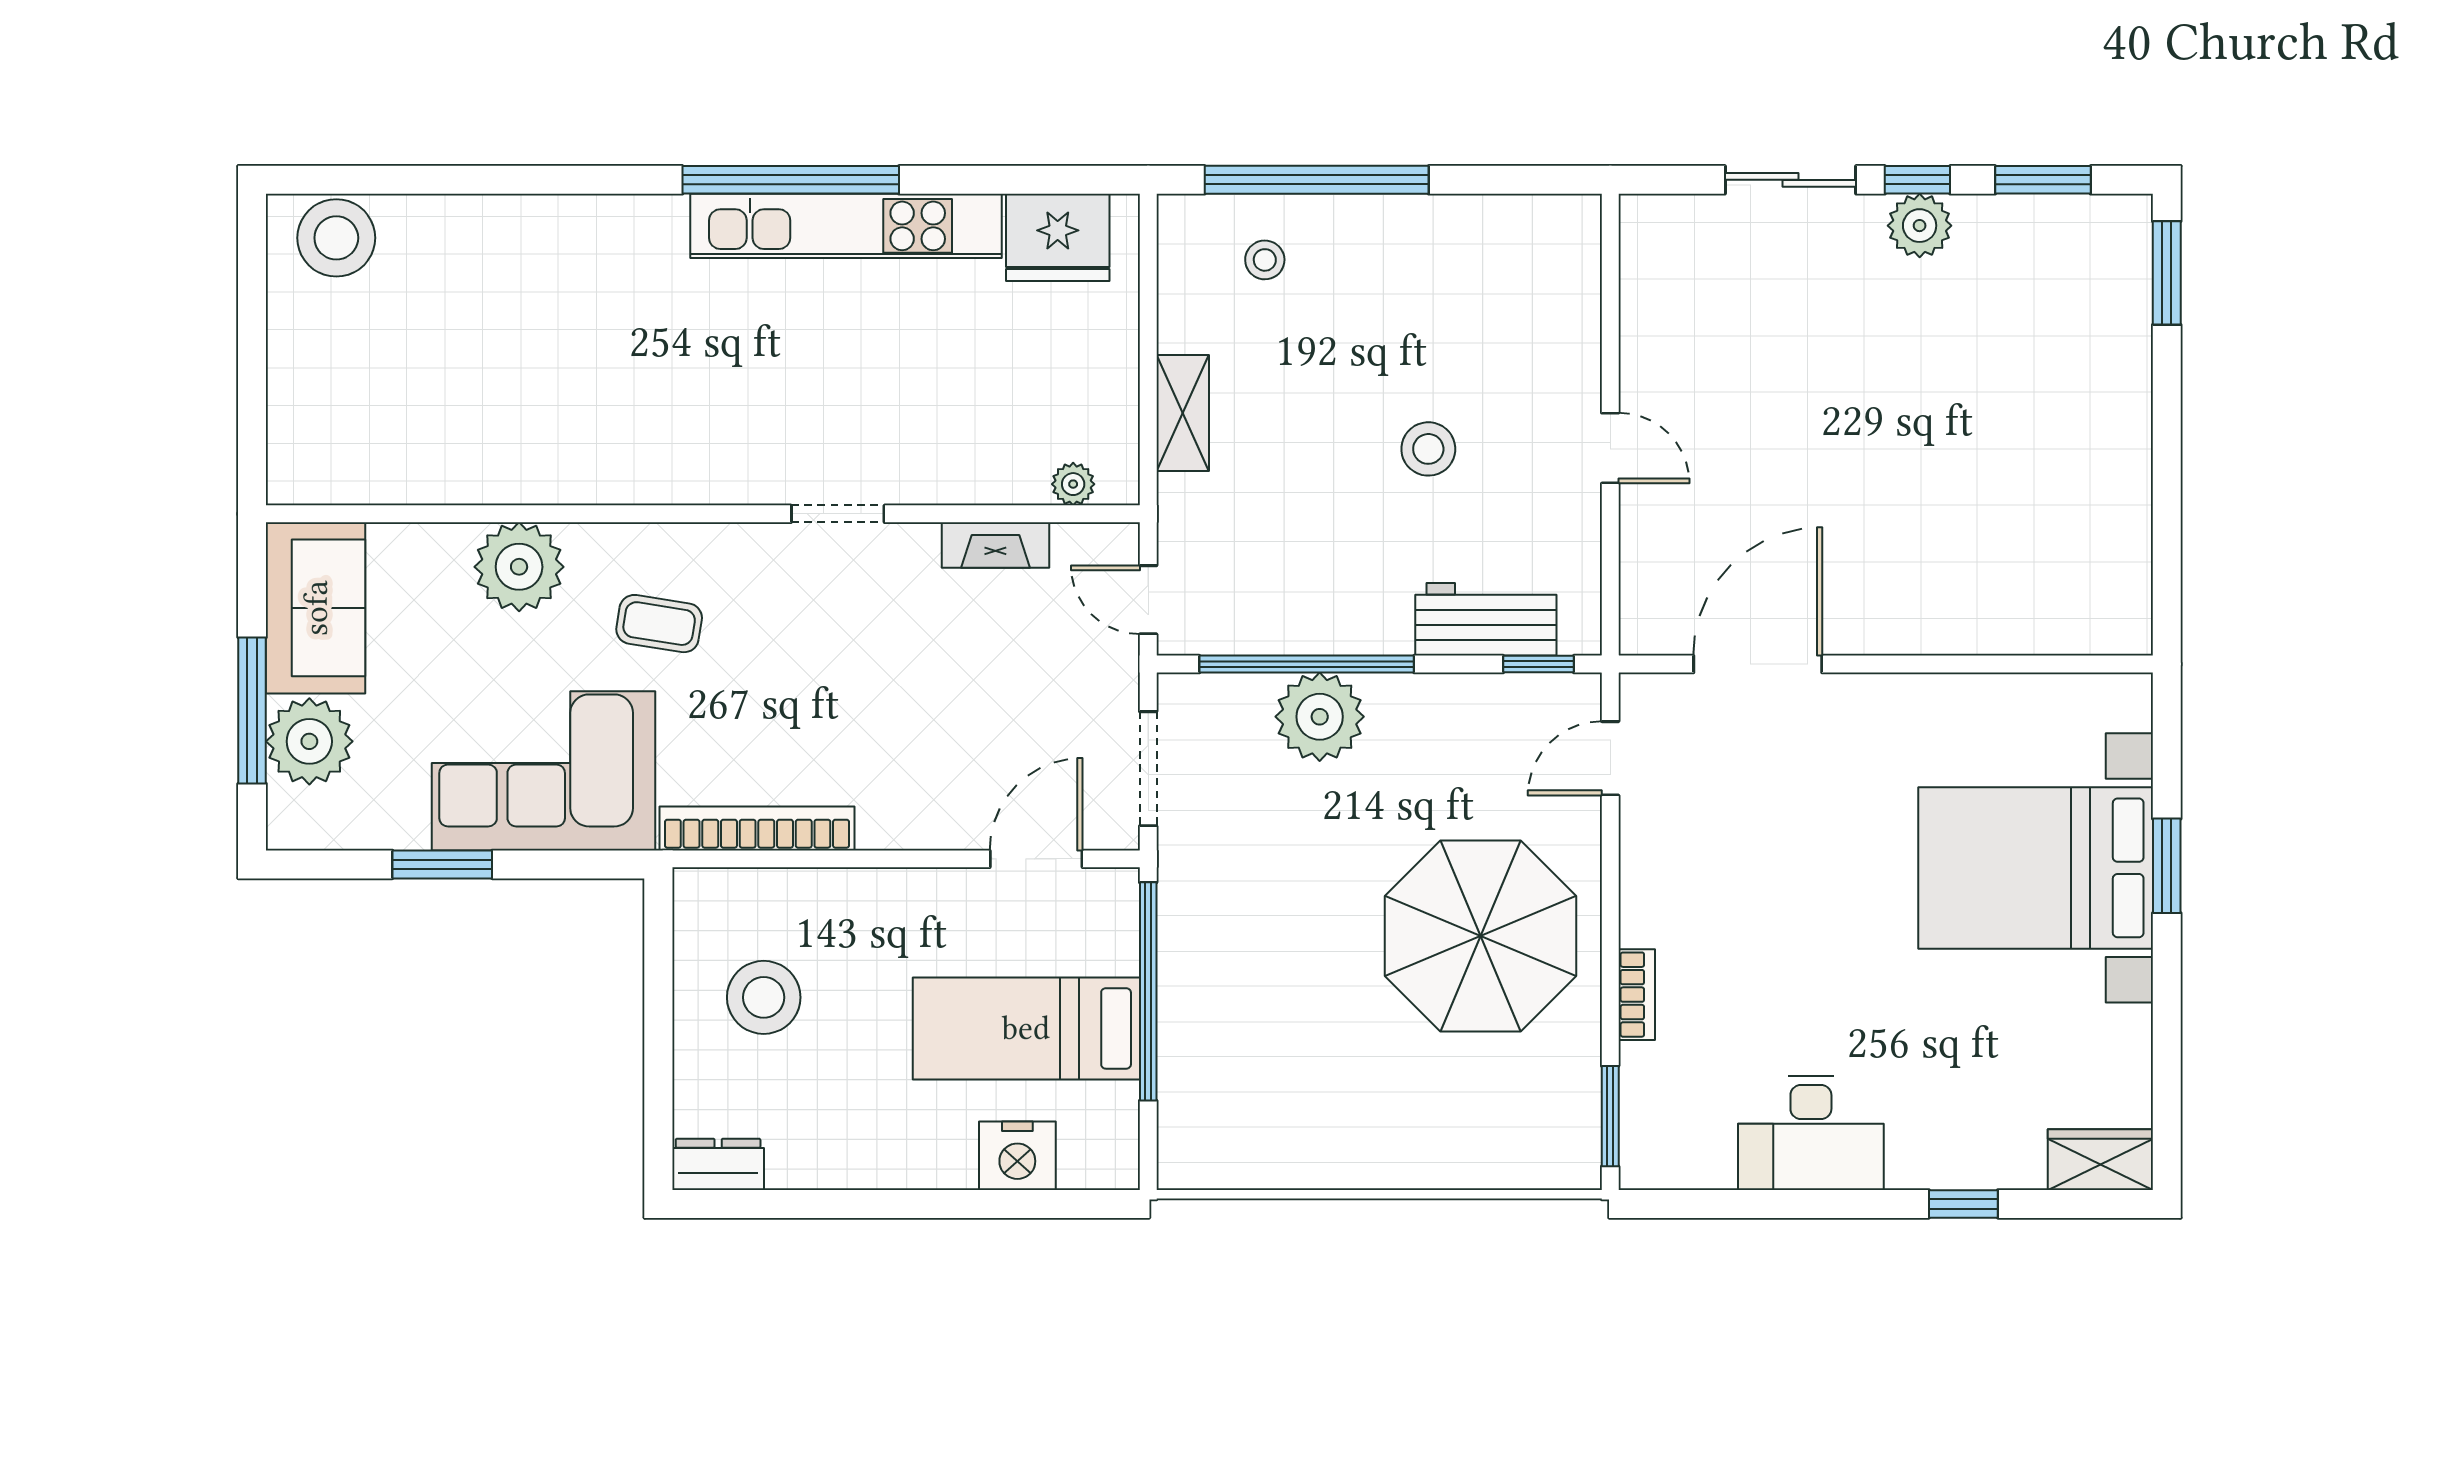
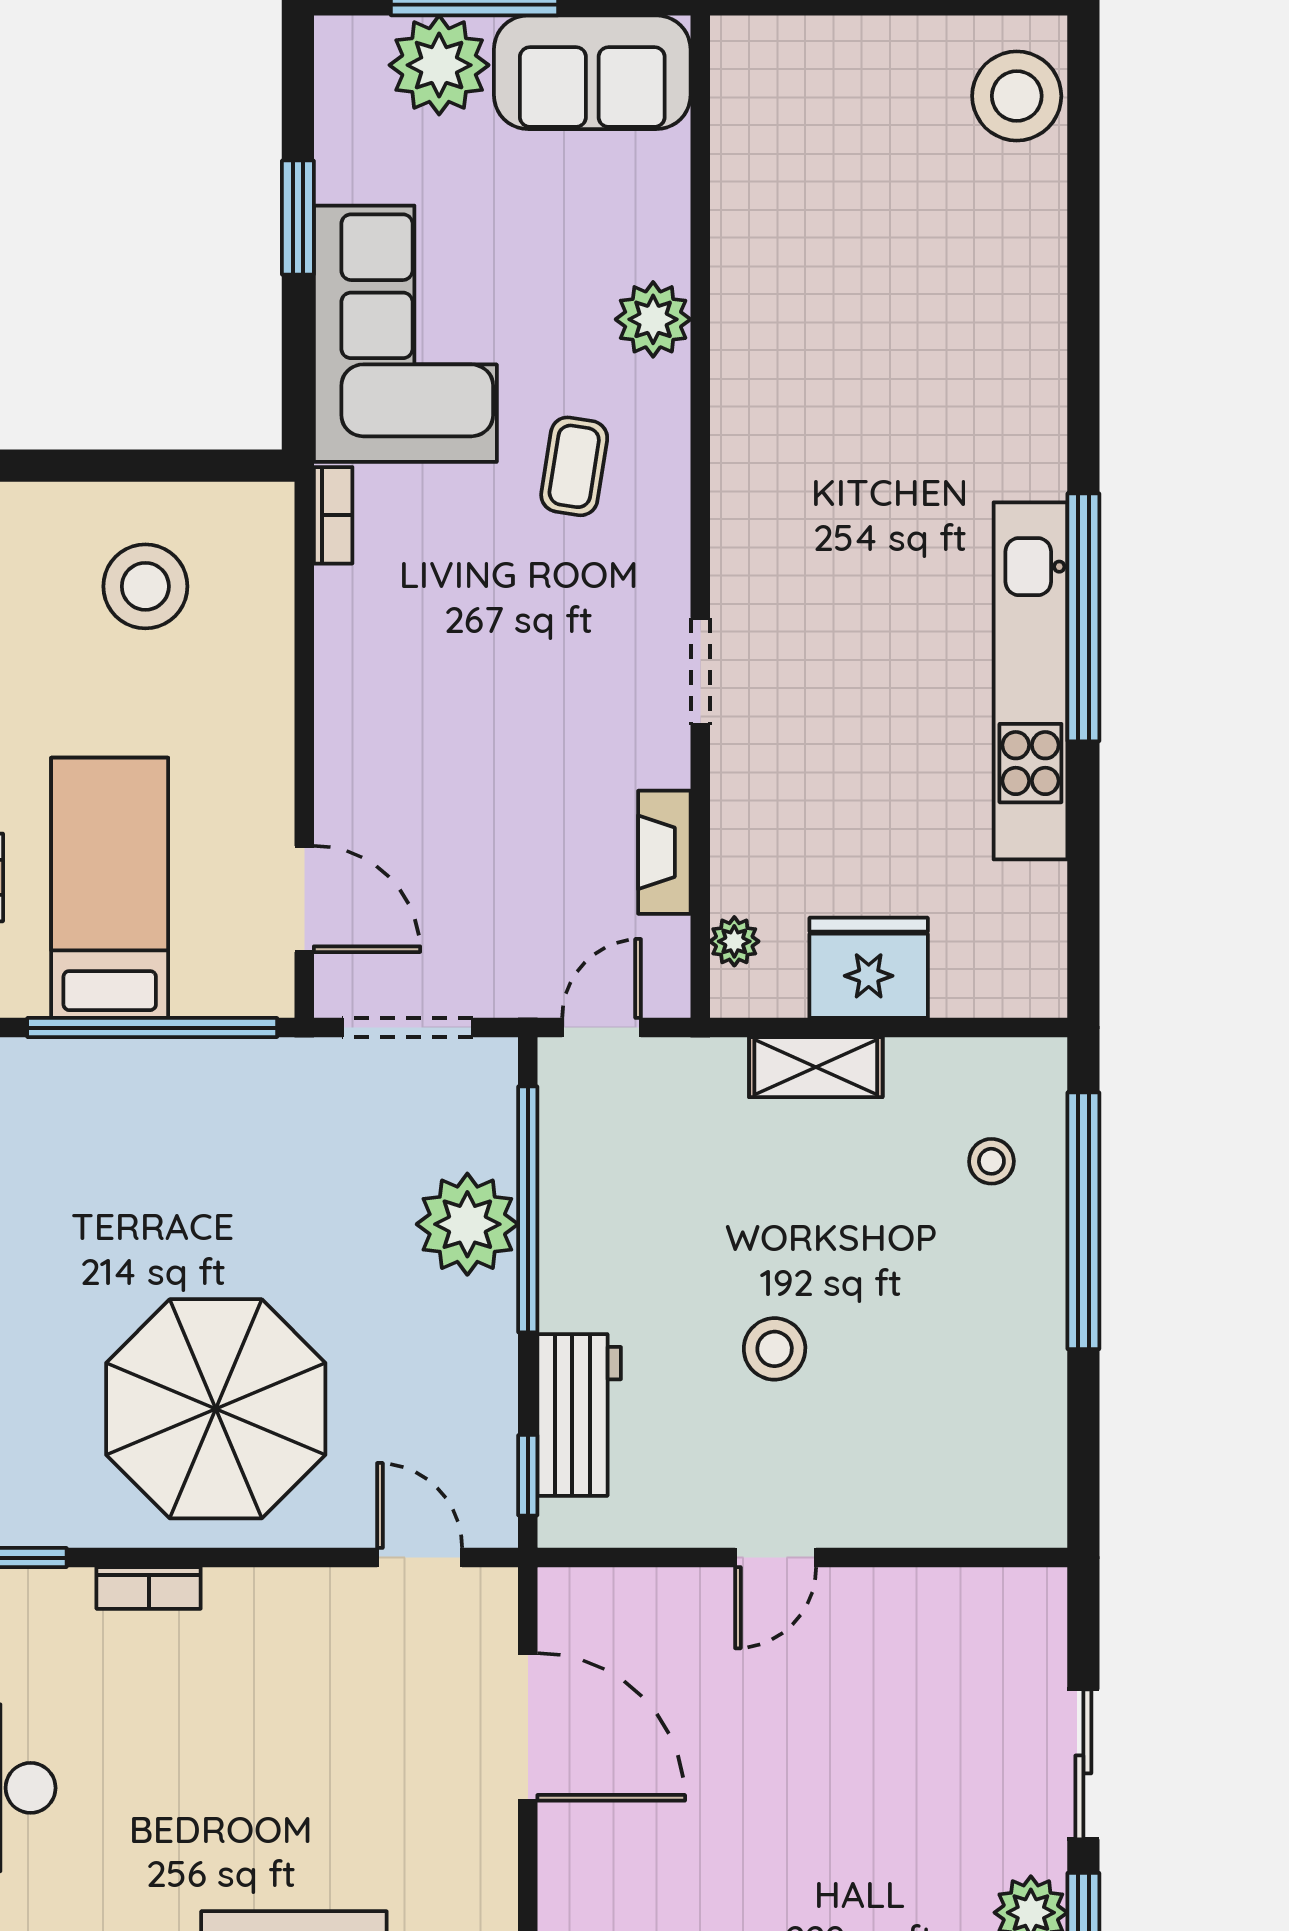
fridge: (1058, 237) -> (869, 968), moved, turned 90
plant: (519, 567) -> (653, 319), width x0.73, depth x0.73
bookcase: (757, 828) -> (333, 515), width x0.43, depth x0.76

